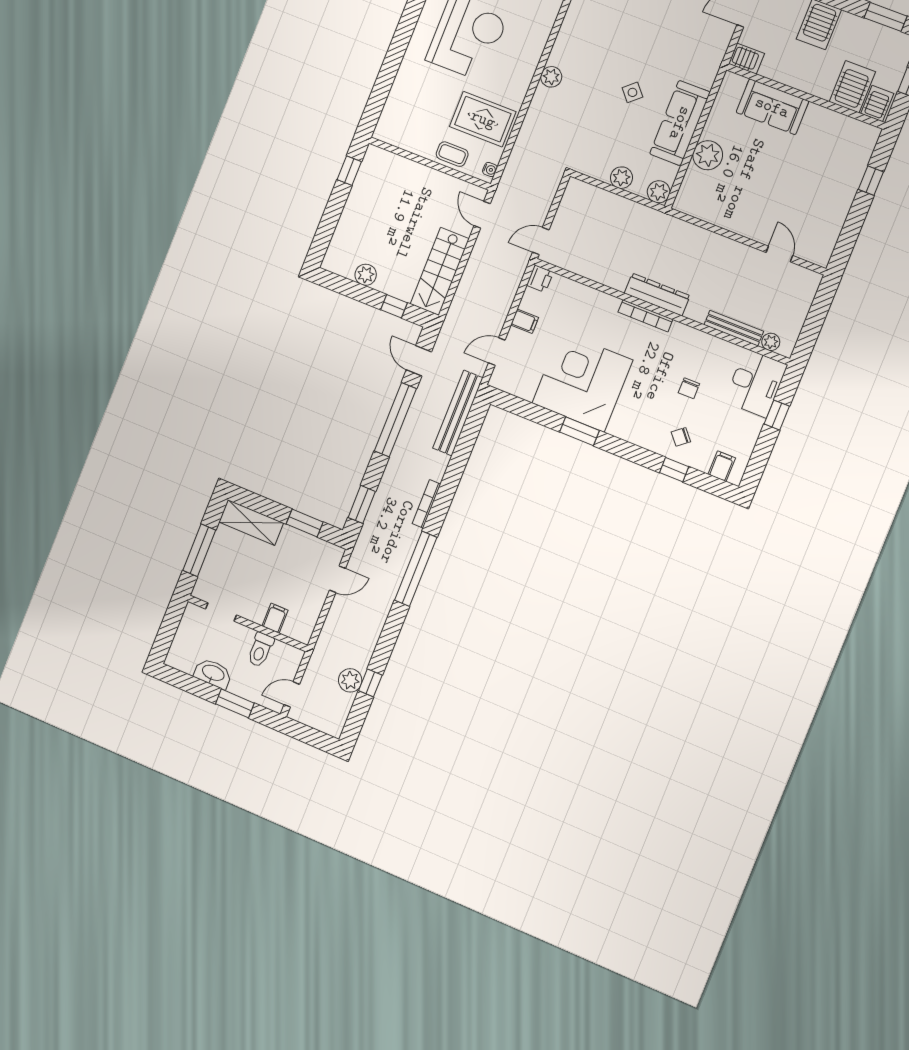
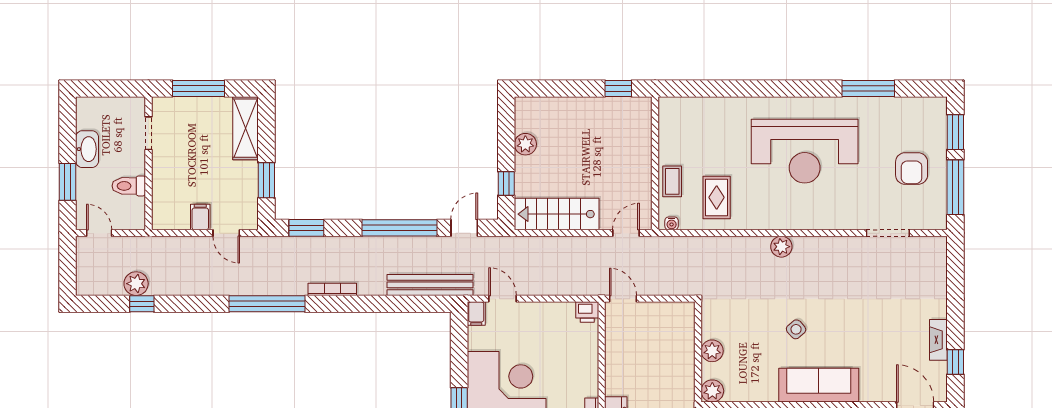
rug: (483, 119) -> (717, 197), width x0.73, depth x0.70
sofa: (680, 123) -> (819, 385), moved
filing cabinet: (525, 321) -> (476, 314), moved
filing cabinet: (275, 618) -> (200, 217), moved, turned -90

